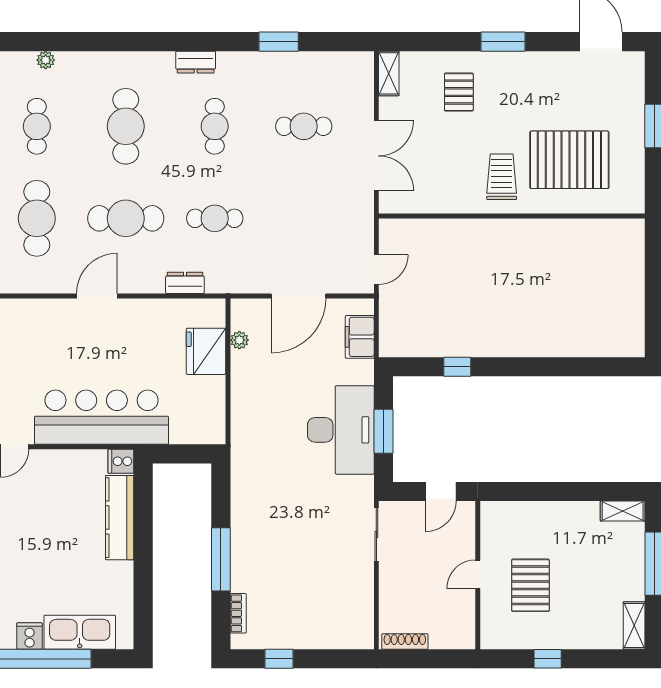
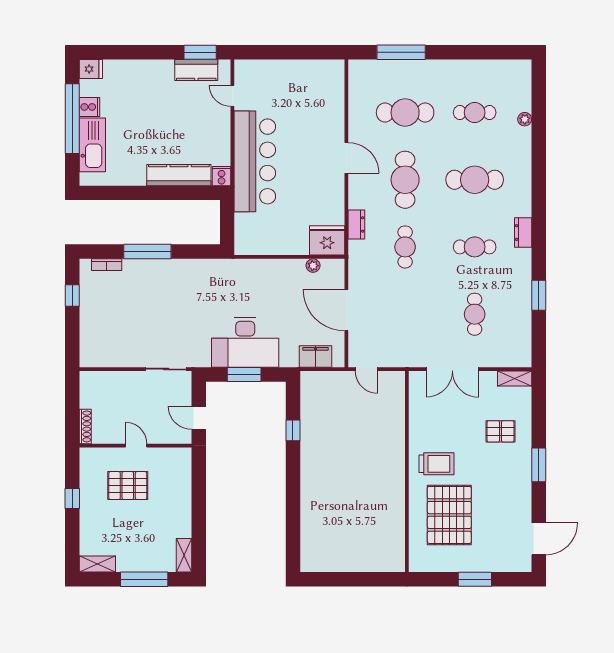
fridge: (206, 351) -> (327, 240), moved
shoe rack: (405, 642) -> (85, 426), moved

